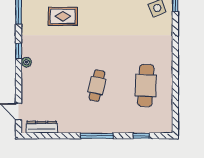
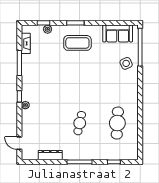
rug: (63, 16) -> (53, 70), removed
dresser: (42, 127) -> (50, 155), moved

